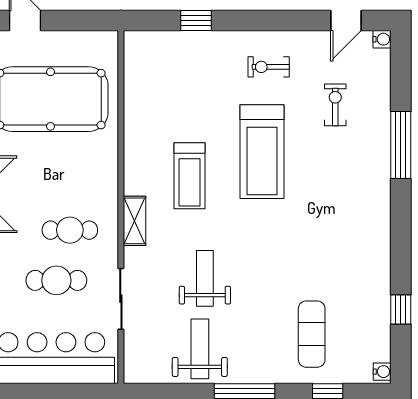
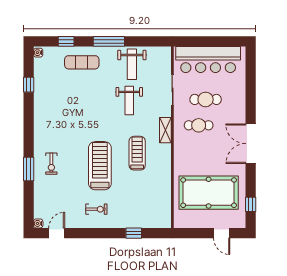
exercise bike: (335, 105) -> (51, 164), moved
window: (401, 145) -> (29, 169), width x0.69
exercise mat: (312, 334) -> (82, 62), moved, turned 90

